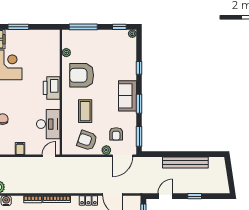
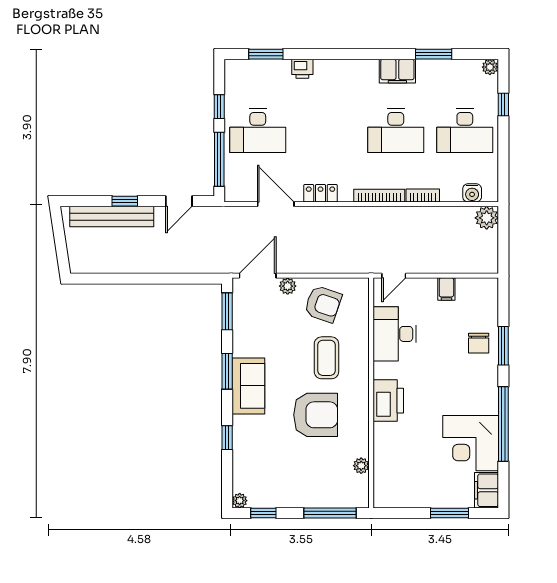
armchair: (82, 75) -> (316, 415), moved
armchair: (116, 134) -> (270, 316), removed
bench: (185, 162) -> (112, 217), moved

